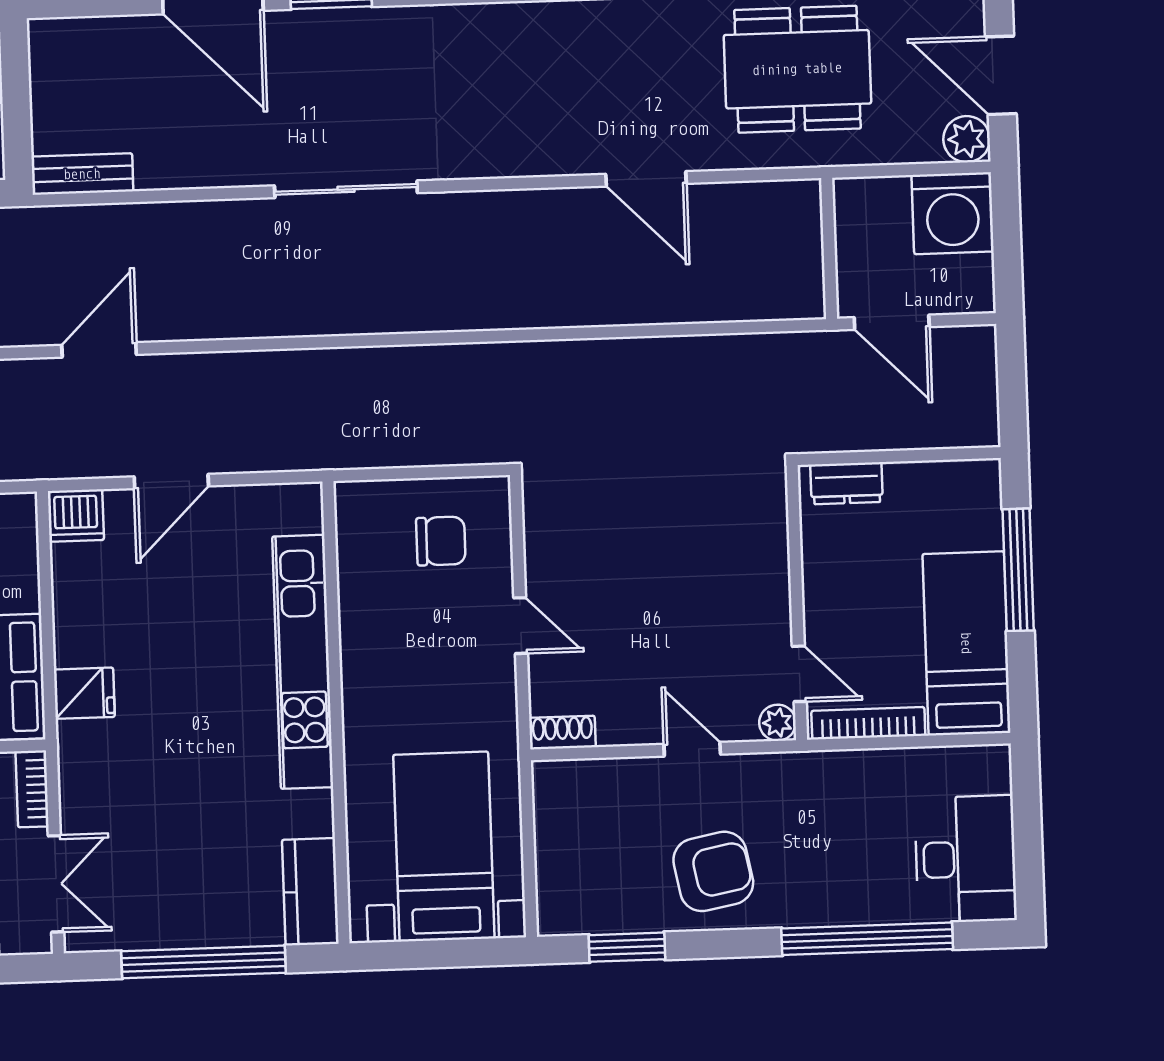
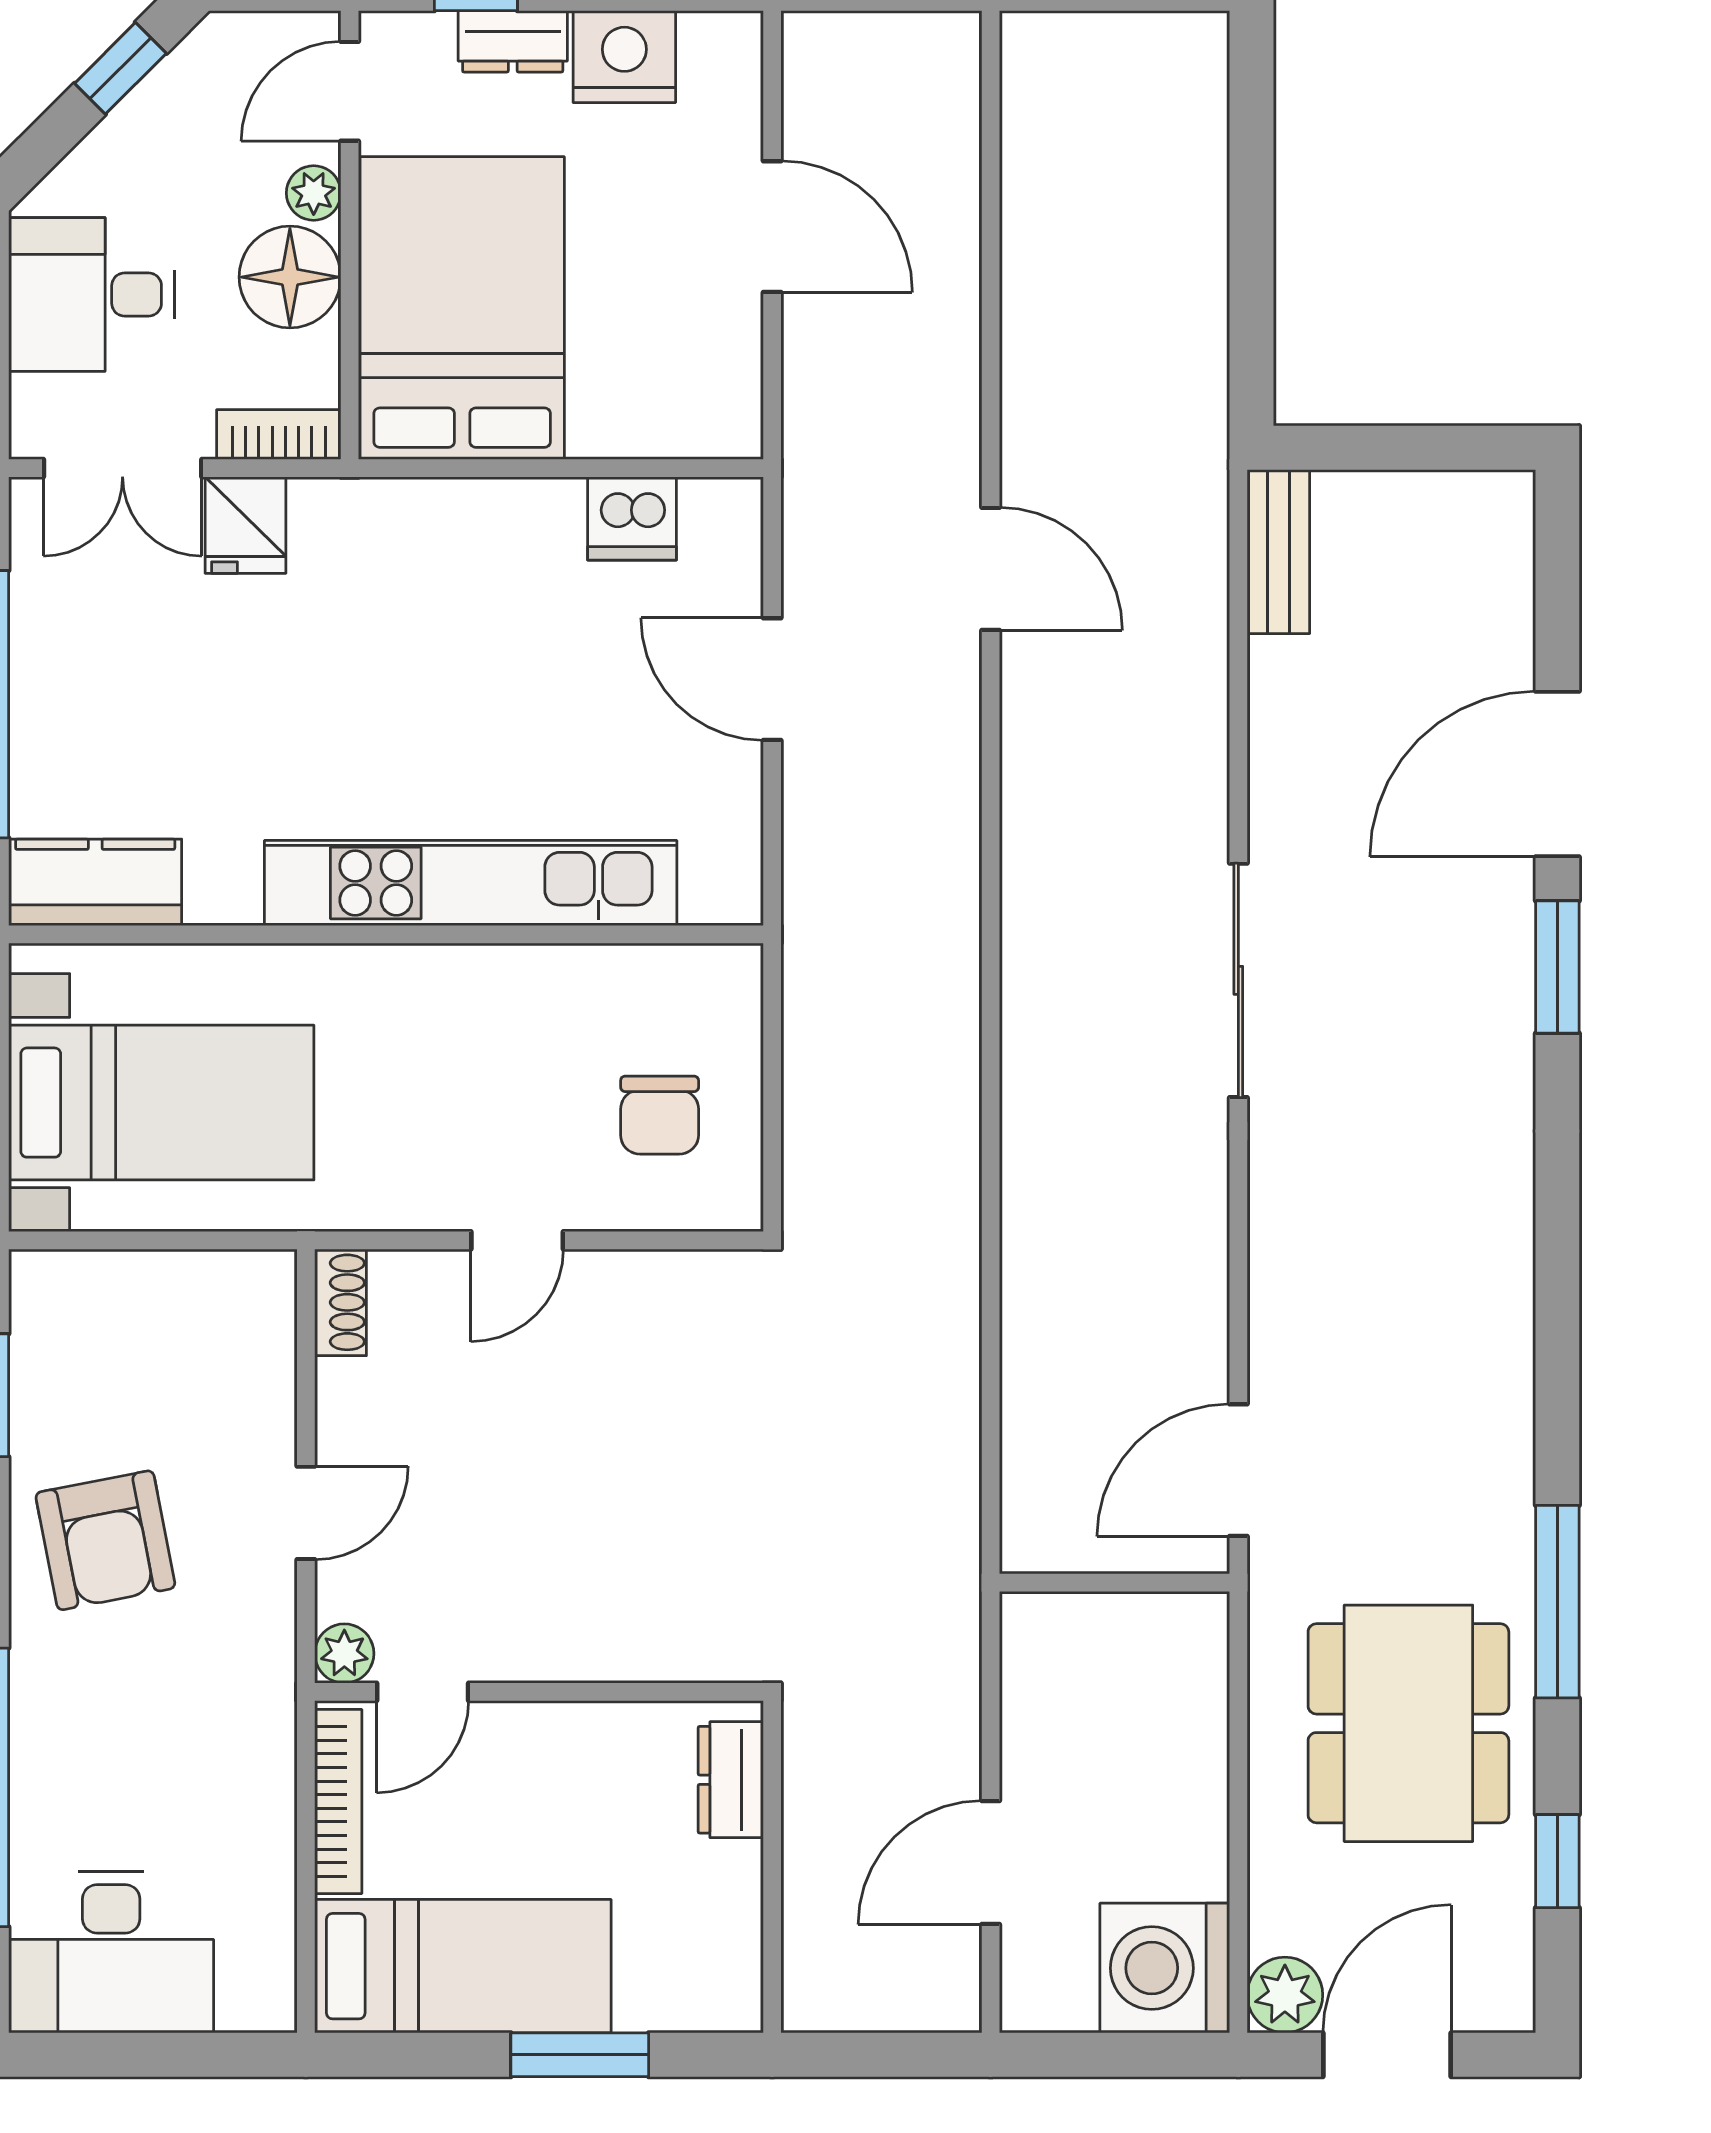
wall: (829, 248) -> (1114, 1583), moved
dishwasher: (76, 516) -> (632, 518), moved, turned -90
window: (1018, 570) -> (580, 2055), width x0.69
fridge: (84, 693) -> (246, 525), moved

